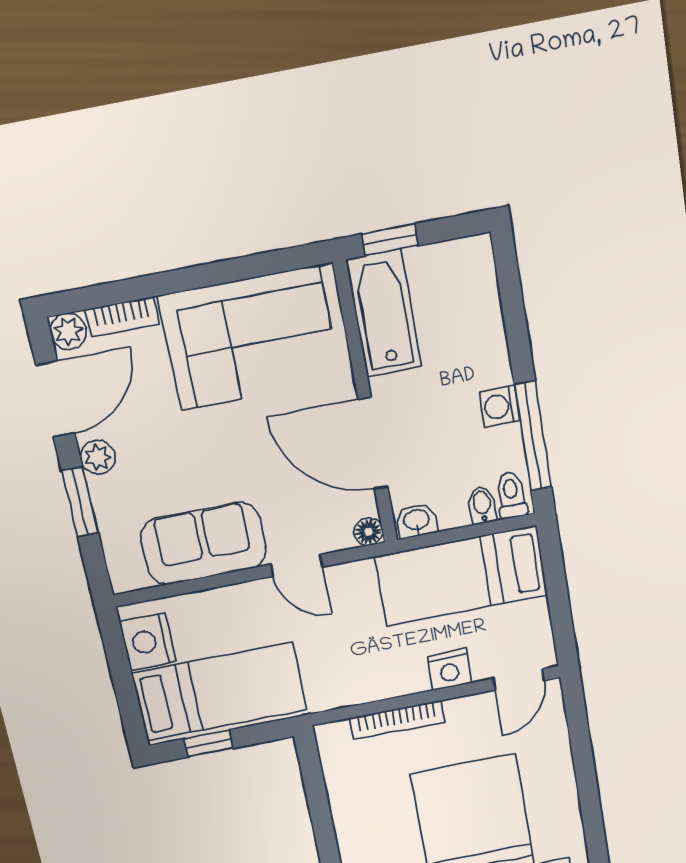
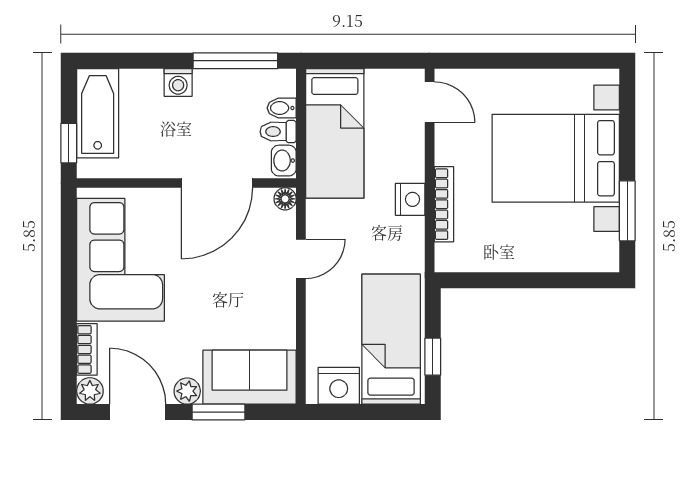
bathtub: (384, 313) -> (98, 113), moved, turned 90
washing machine: (500, 406) -> (178, 82), moved
toilet: (511, 495) -> (278, 132), moved
sofa: (204, 543) -> (250, 377), moved, turned 90
nightstand: (449, 670) -> (410, 199), moved

